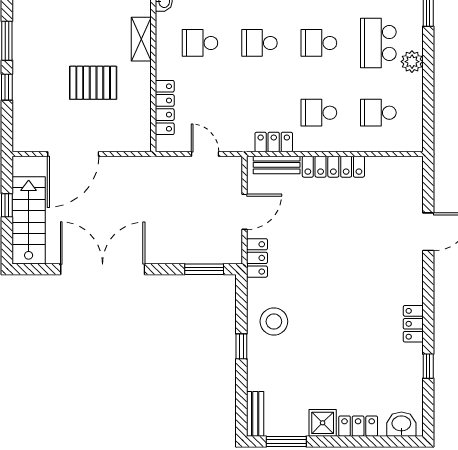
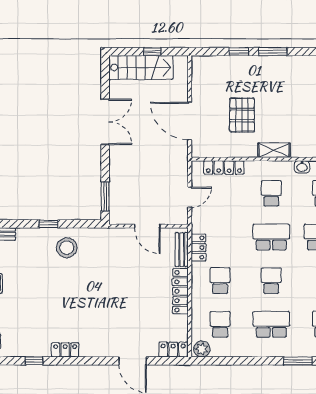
school desk: (259, 43) -> (271, 237), width x1.85
plant: (412, 62) -> (202, 349), moved
door: (73, 154) -> (190, 121), moved
locker: (257, 258) -> (173, 349), moved, turned 180
double door: (103, 269) -> (105, 122), width x0.73

